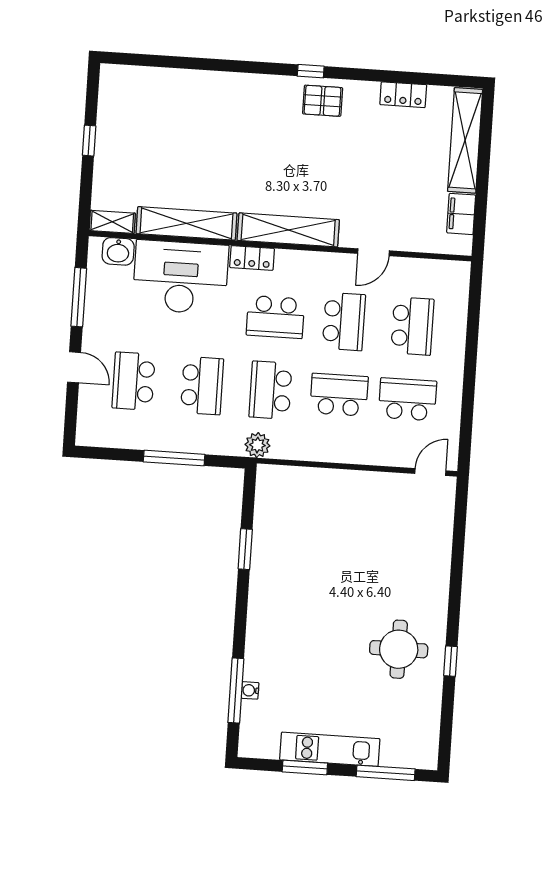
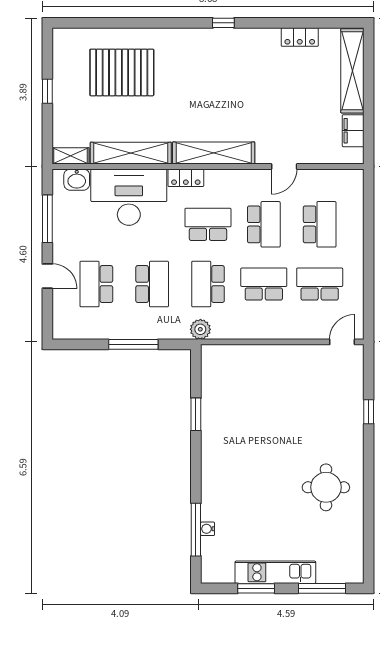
pallet: (323, 101) -> (122, 72), moved, width x2.05, depth x2.00
school desk: (275, 317) -> (208, 224), turned 180
window: (451, 661) -> (369, 412), moved

